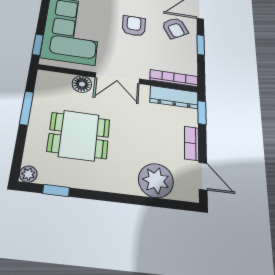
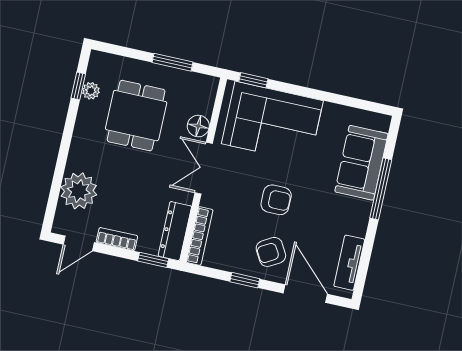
plant: (28, 174) -> (91, 91), moved

